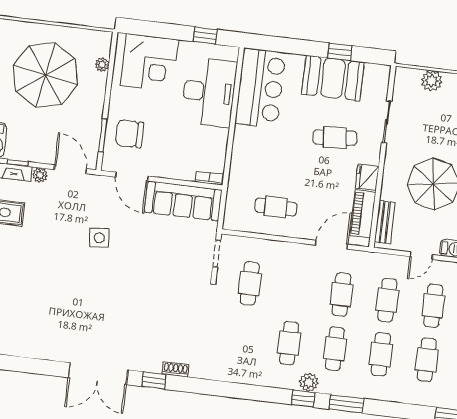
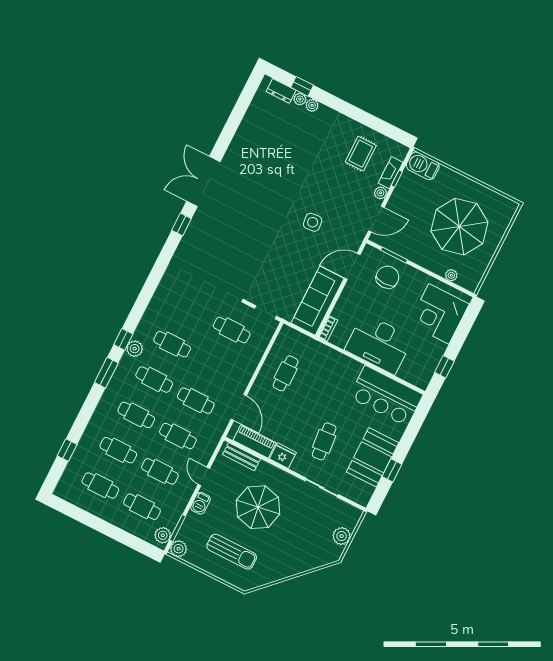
desk: (209, 92) -> (379, 344), moved
shoe rack: (176, 370) -> (184, 245), removed

